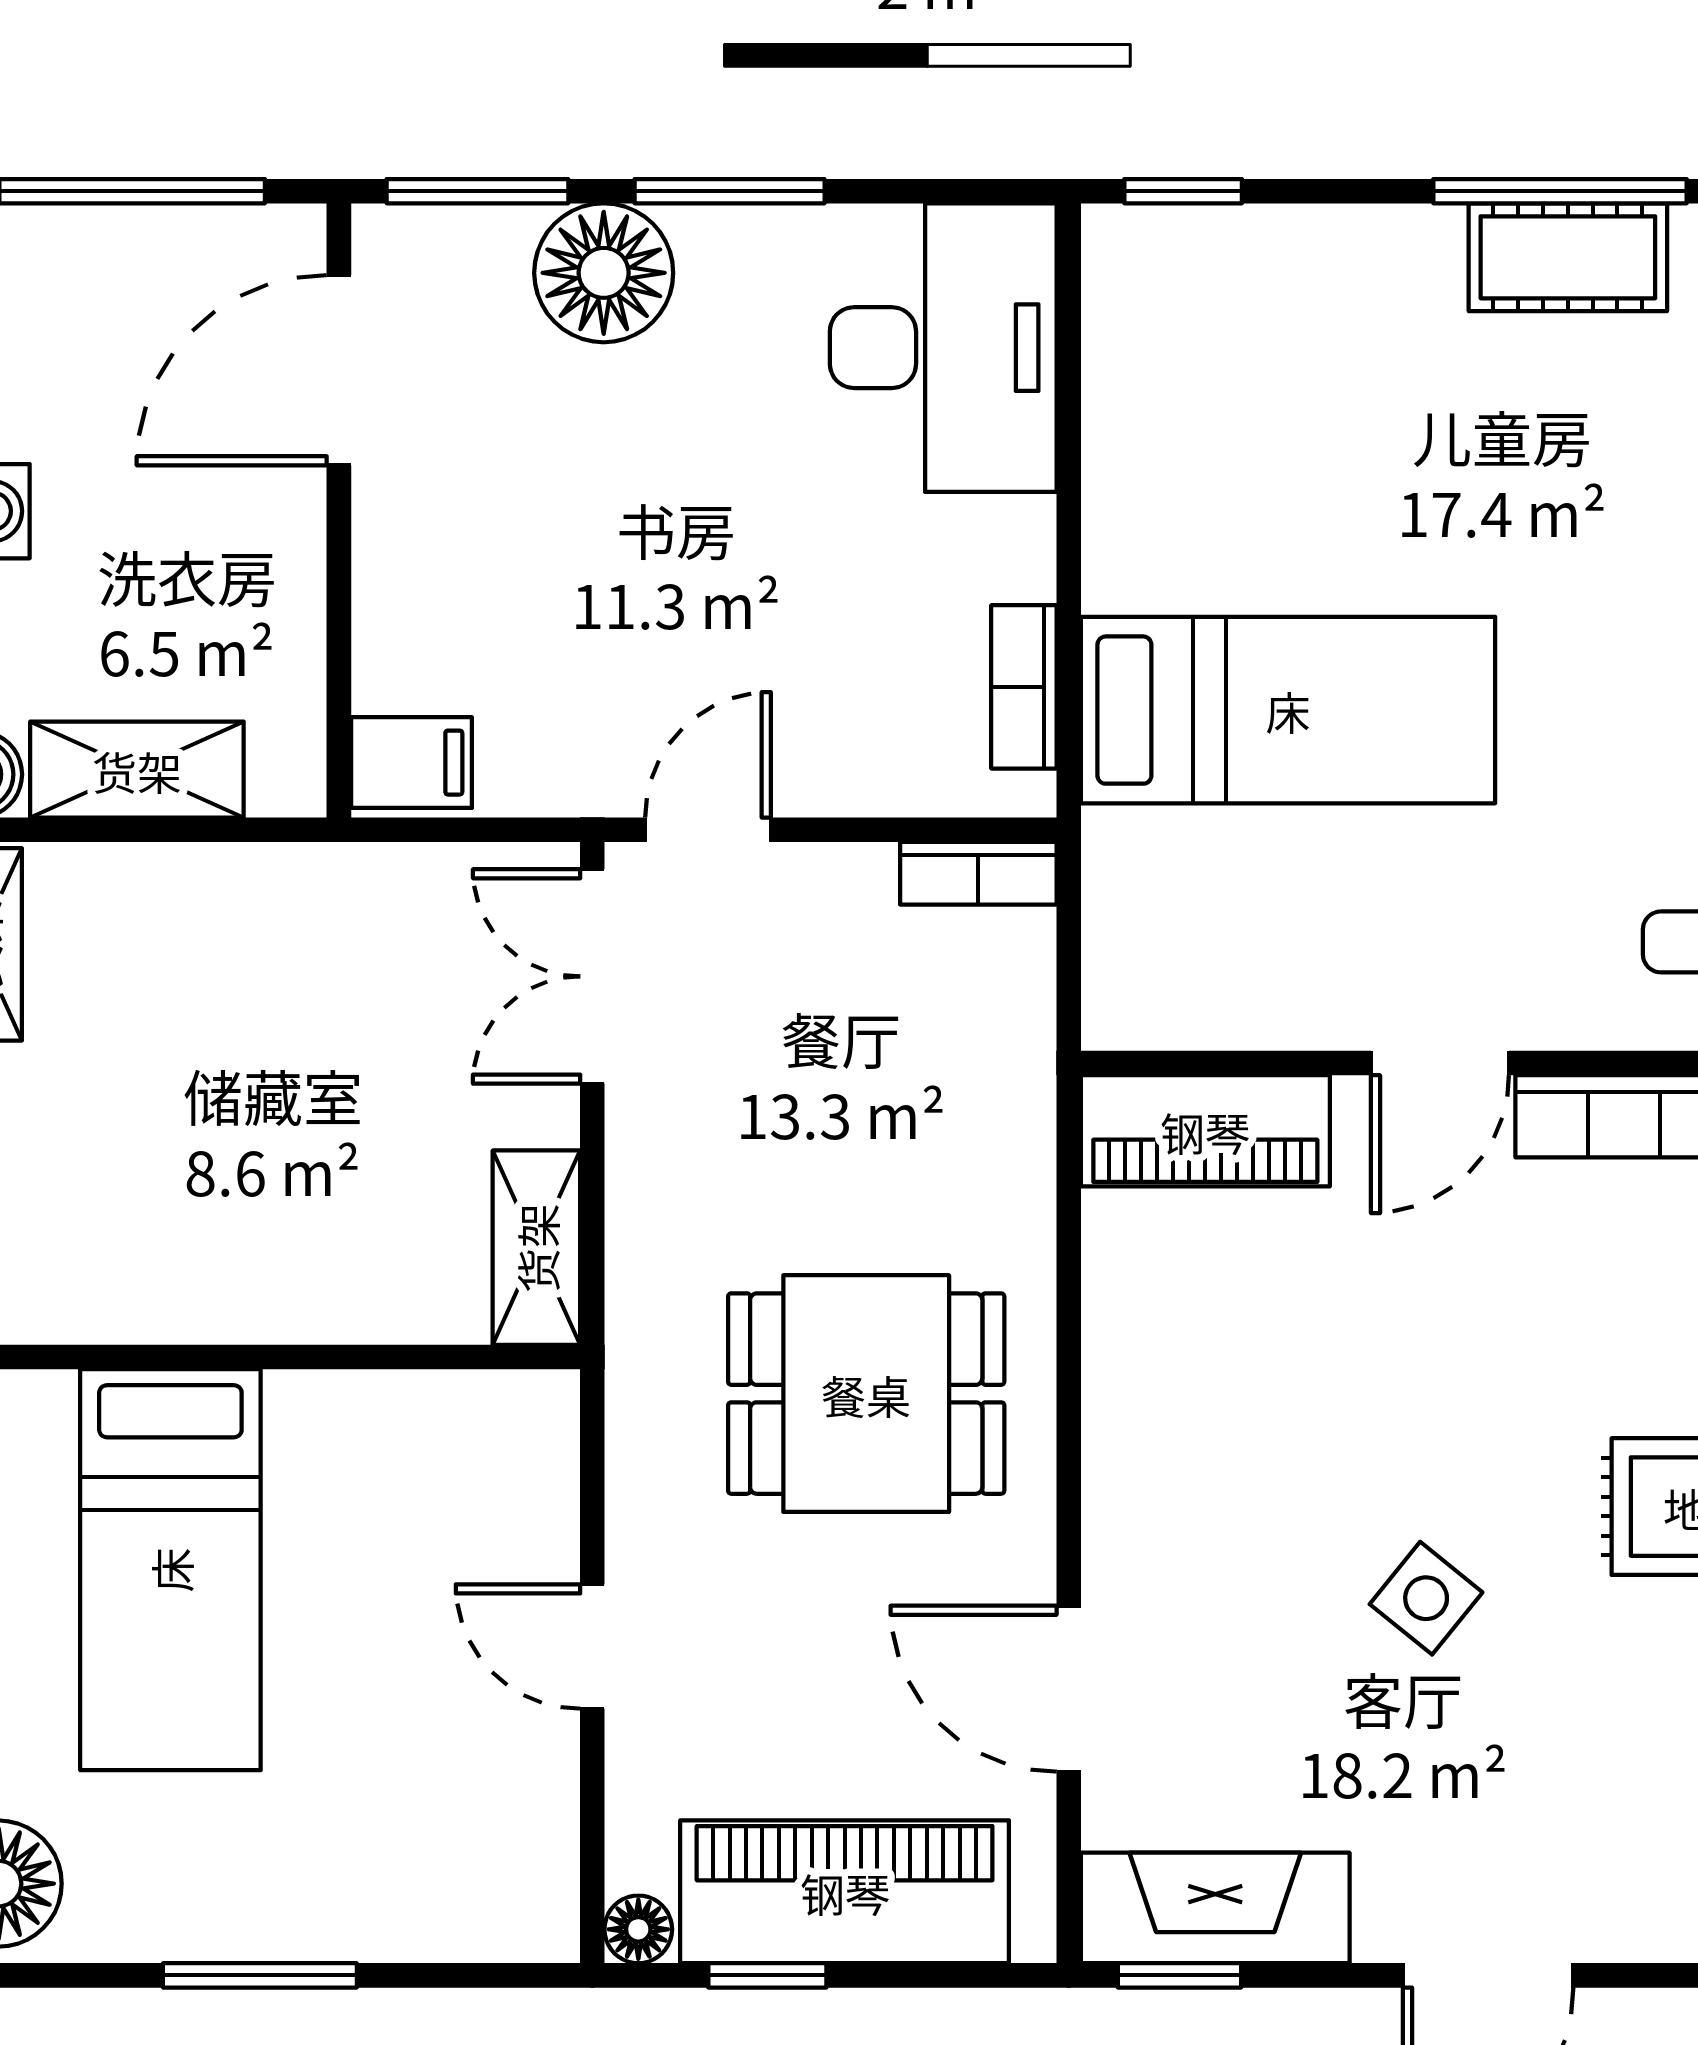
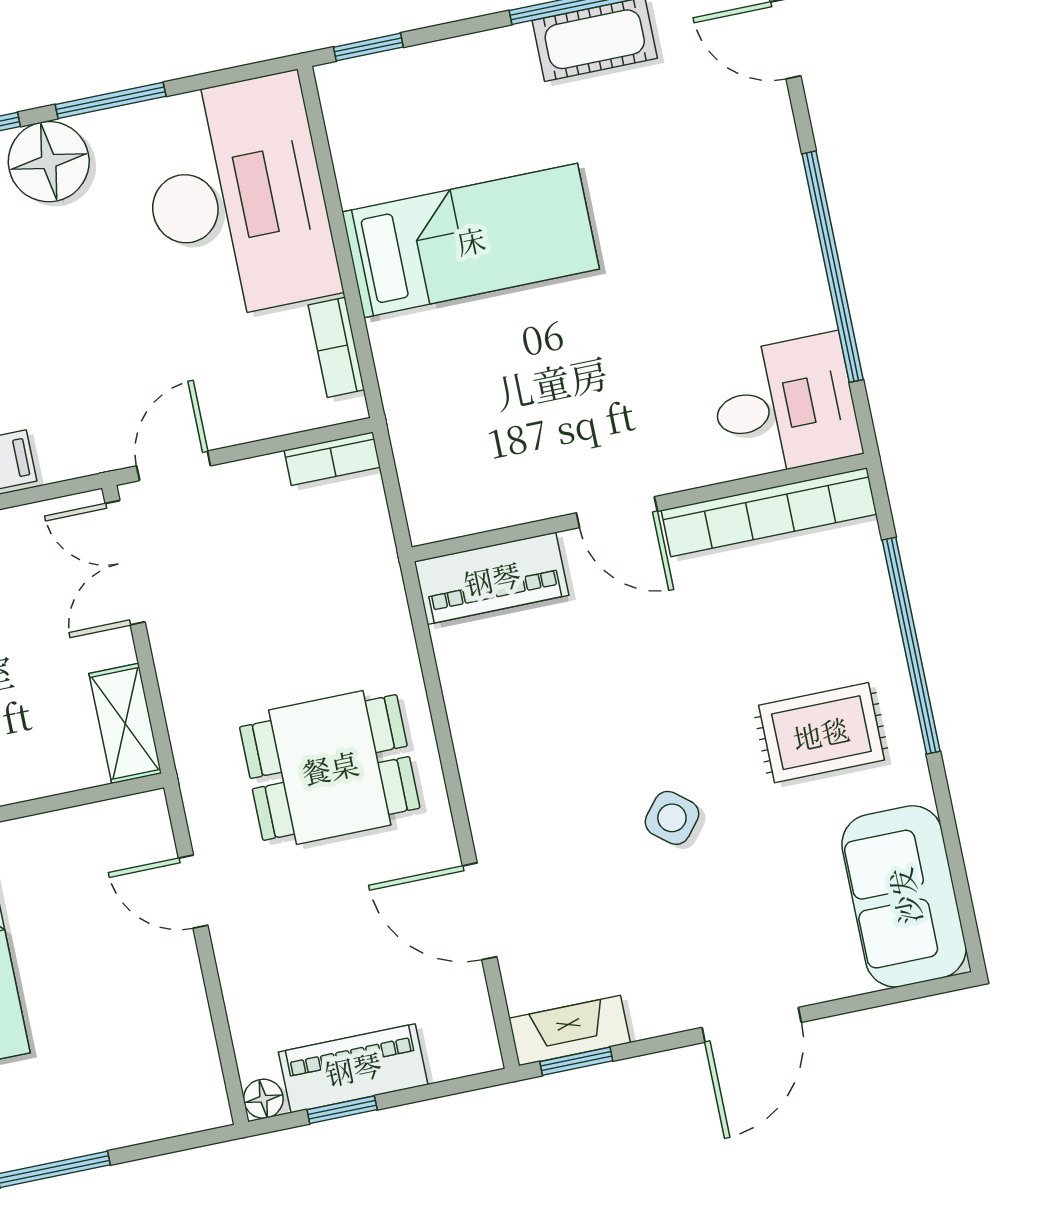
desk: (943, 348) -> (237, 198), width x1.36, depth x1.30
bed: (1288, 710) -> (471, 240), moved
door: (1440, 1063) -> (617, 512), hinge flipped
door: (592, 1646) -> (193, 892), moved
piano: (845, 1892) -> (353, 1068), width x0.73, depth x0.75
fireplace: (1215, 1908) -> (570, 1031), width x0.73, depth x0.76

